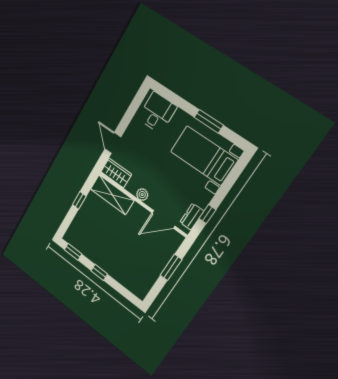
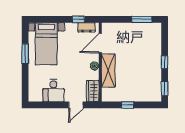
desk: (157, 113) -> (54, 91), moved, turned -90
shelving: (112, 195) -> (108, 71), moved
door: (163, 219) -> (100, 43), swing flipped
window: (171, 267) -> (142, 19), moved

